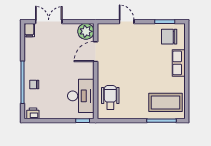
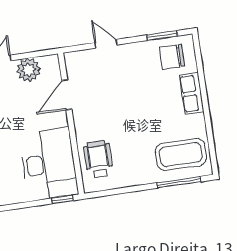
plant: (86, 31) -> (29, 70), moved
desk: (81, 96) -> (49, 164), width x1.36, depth x1.30

